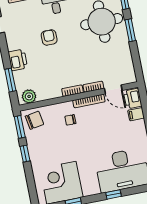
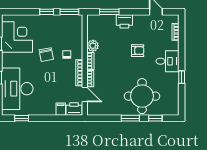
door: (113, 89) -> (85, 95), swing flipped
plant: (29, 96) -> (93, 46), moved
chair: (34, 120) -> (46, 55), moved

